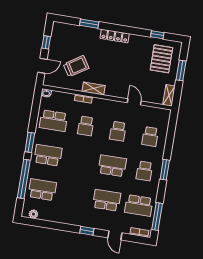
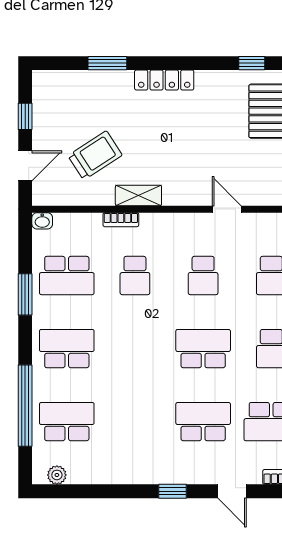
window: (30, 142) -> (25, 294), moved

